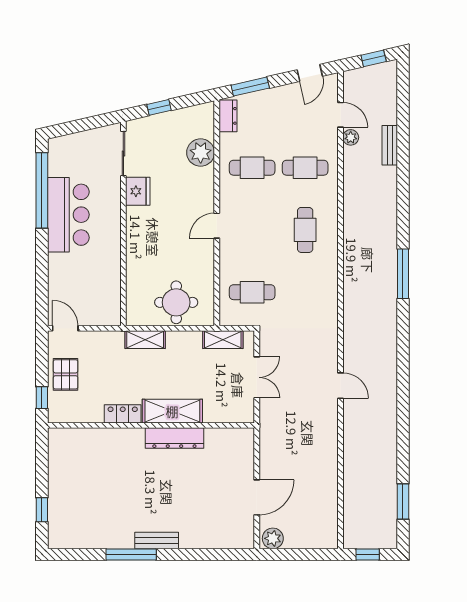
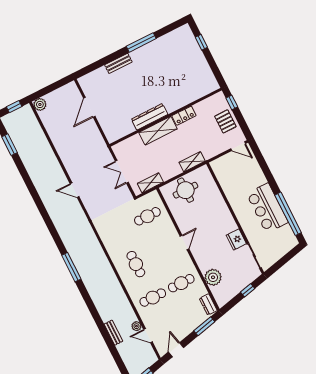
plant: (273, 538) -> (40, 104), moved
bench: (157, 541) -> (118, 63), moved

